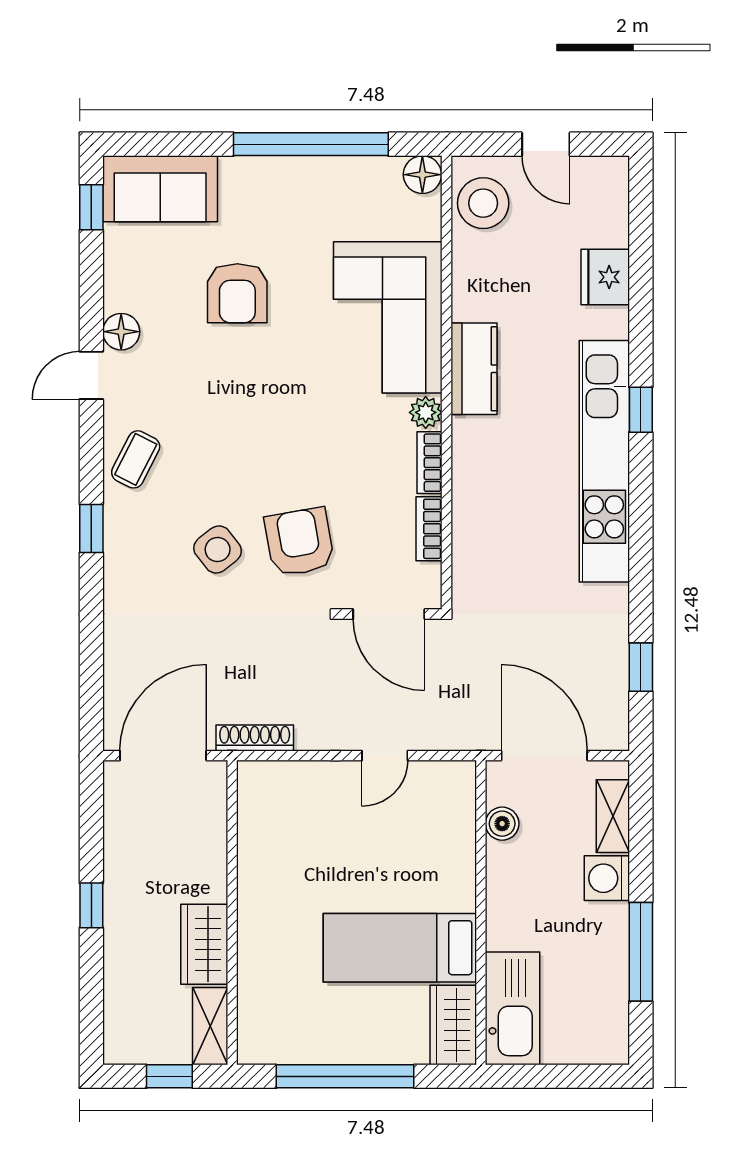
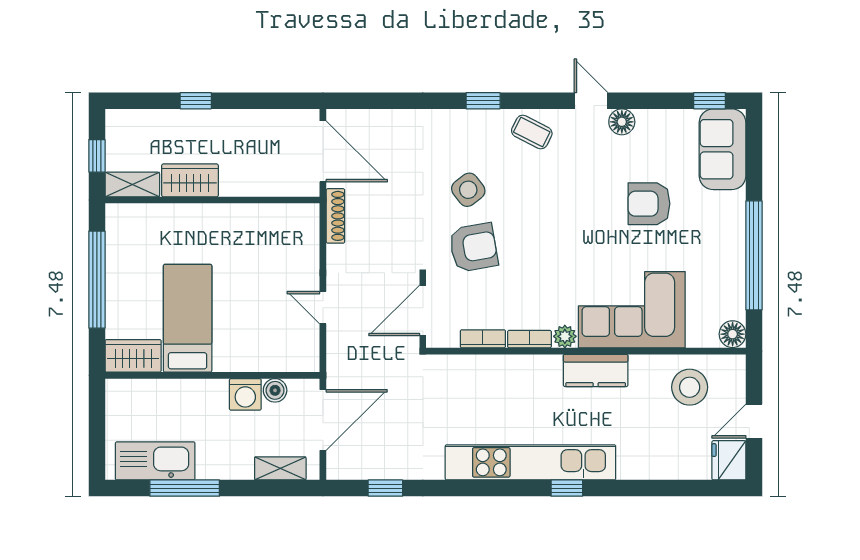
stool: (483, 203) -> (690, 387), moved
fridge: (605, 277) -> (729, 460), moved, turned -90
washing machine: (607, 878) -> (245, 394), moved, turned 180
window: (91, 905) -> (196, 101), moved
kitchen sink: (513, 1008) -> (155, 461), moved, turned 180

